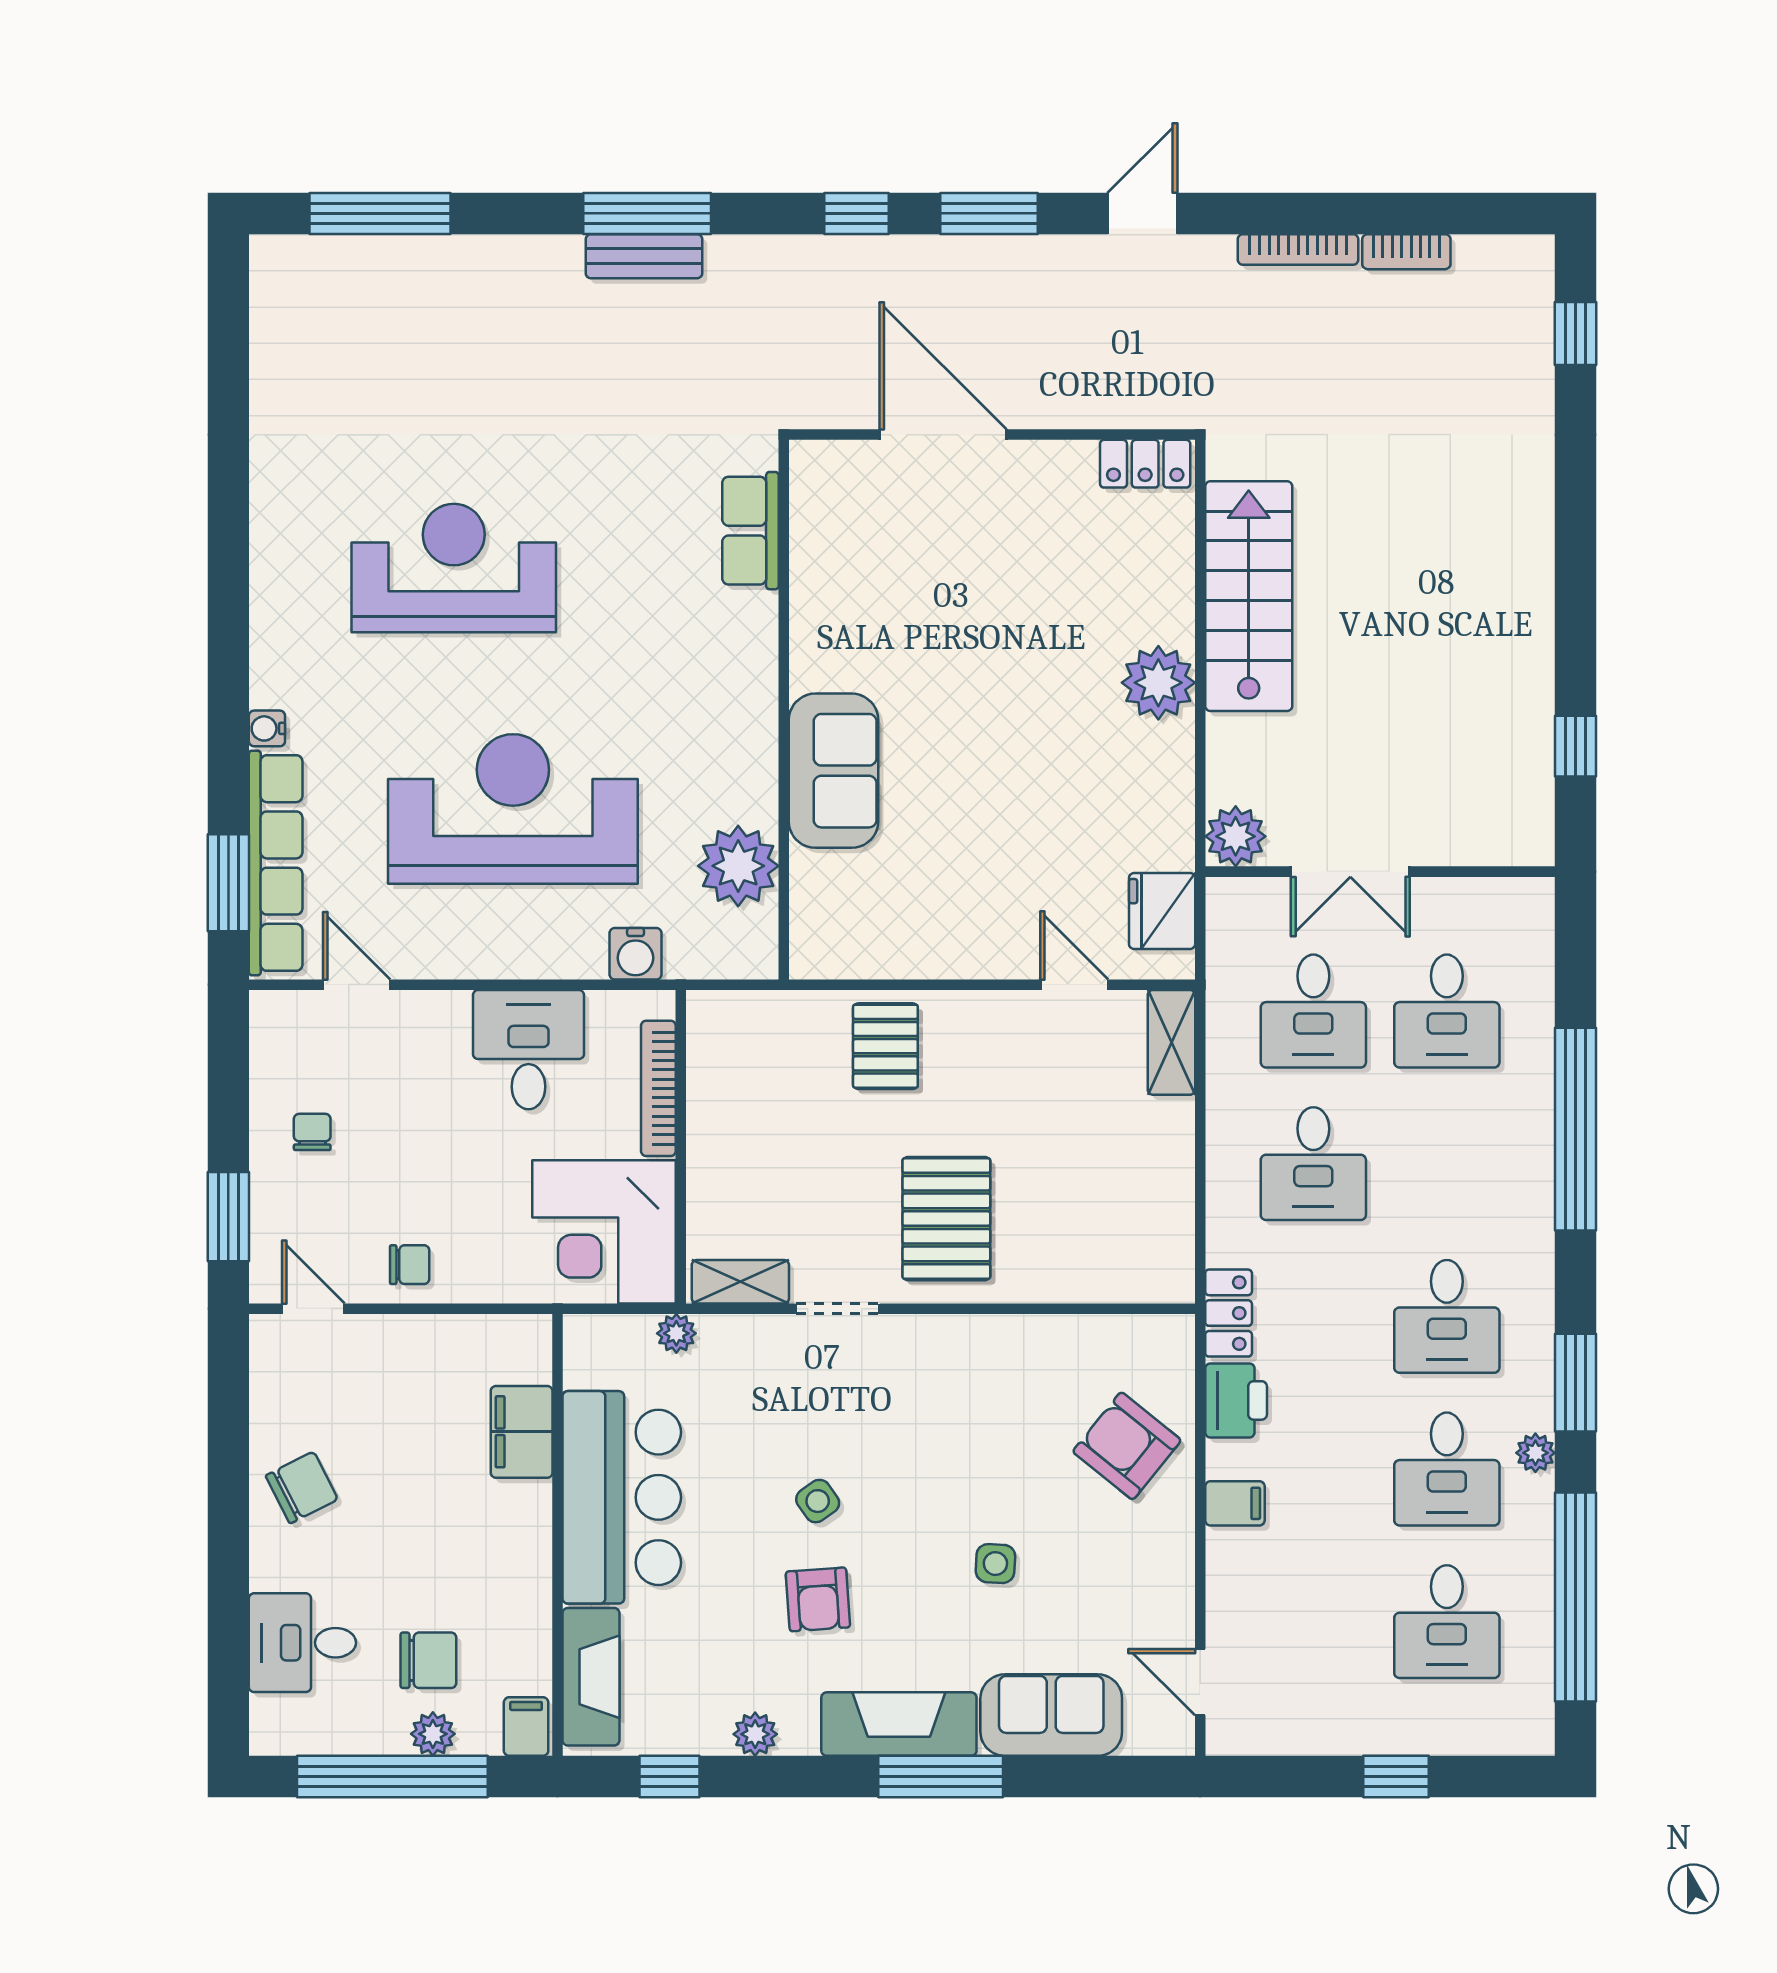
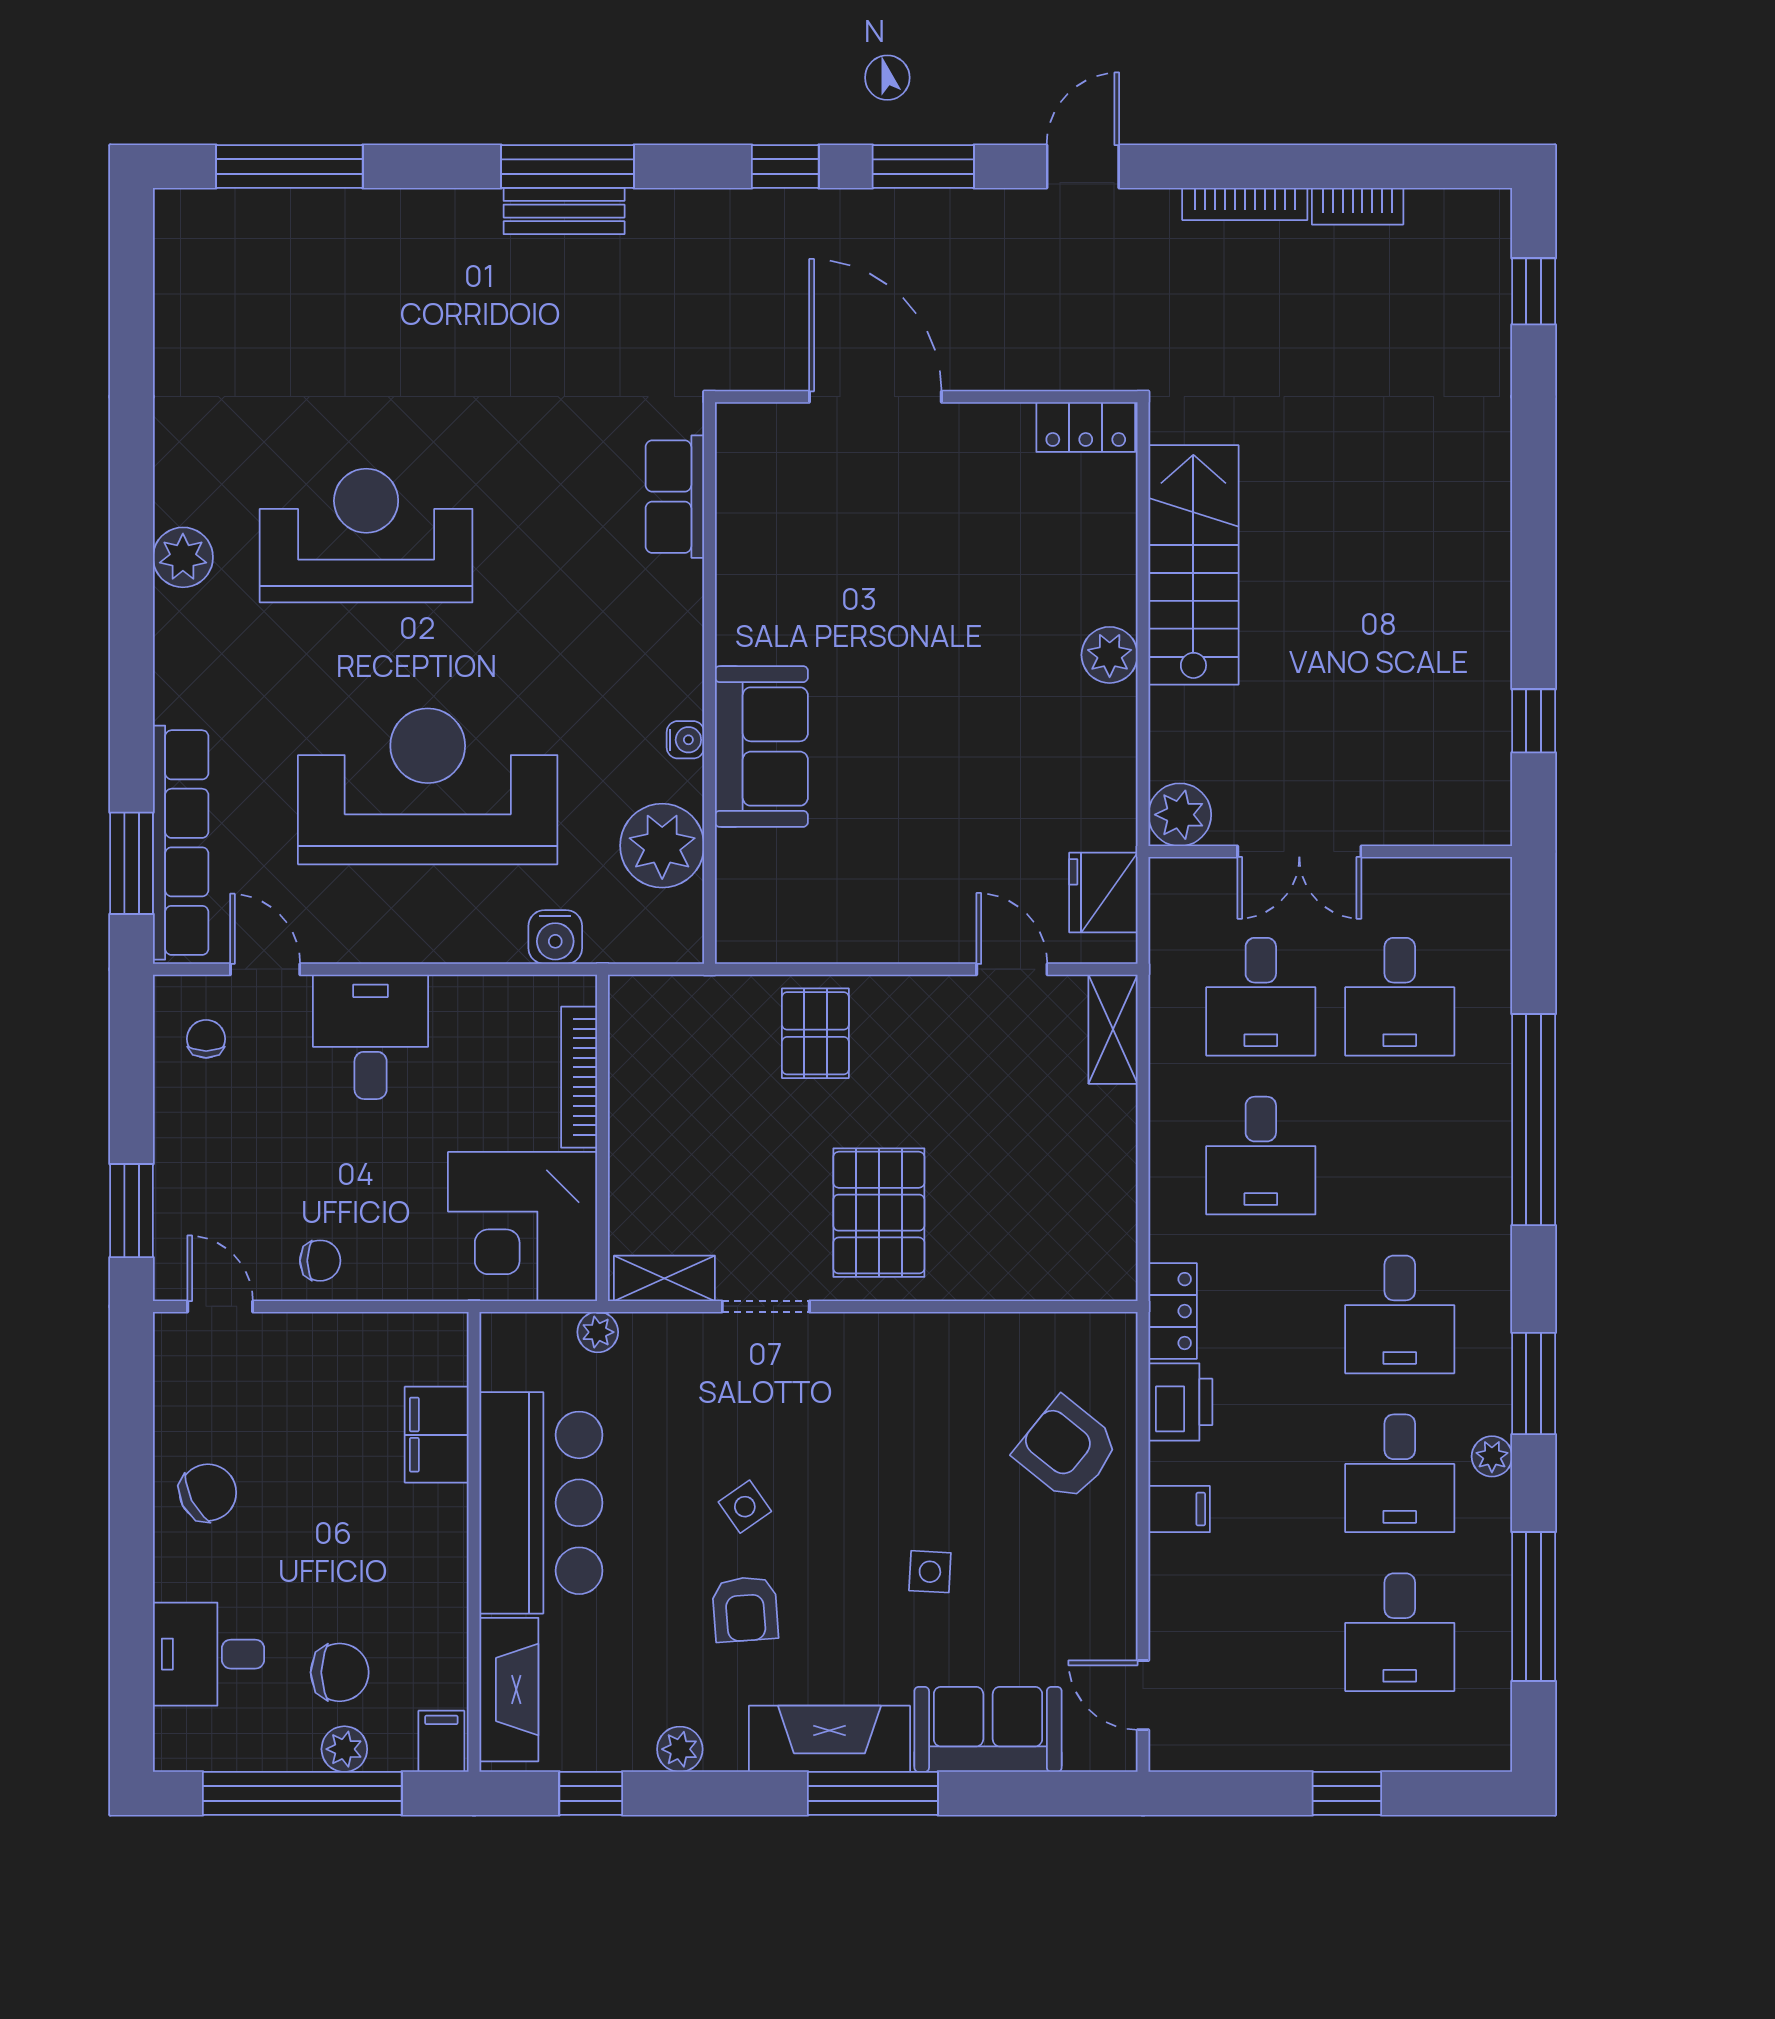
plant: (278, 589) -> (183, 557), added
plant: (1158, 683) -> (1110, 655), width x0.73, depth x0.73
water cooler: (267, 728) -> (685, 740), moved, turned 180
desk: (528, 1050) -> (371, 1037), moved
chair: (312, 1132) -> (206, 1039), moved
window: (1575, 1597) -> (1534, 1606), width x0.68

